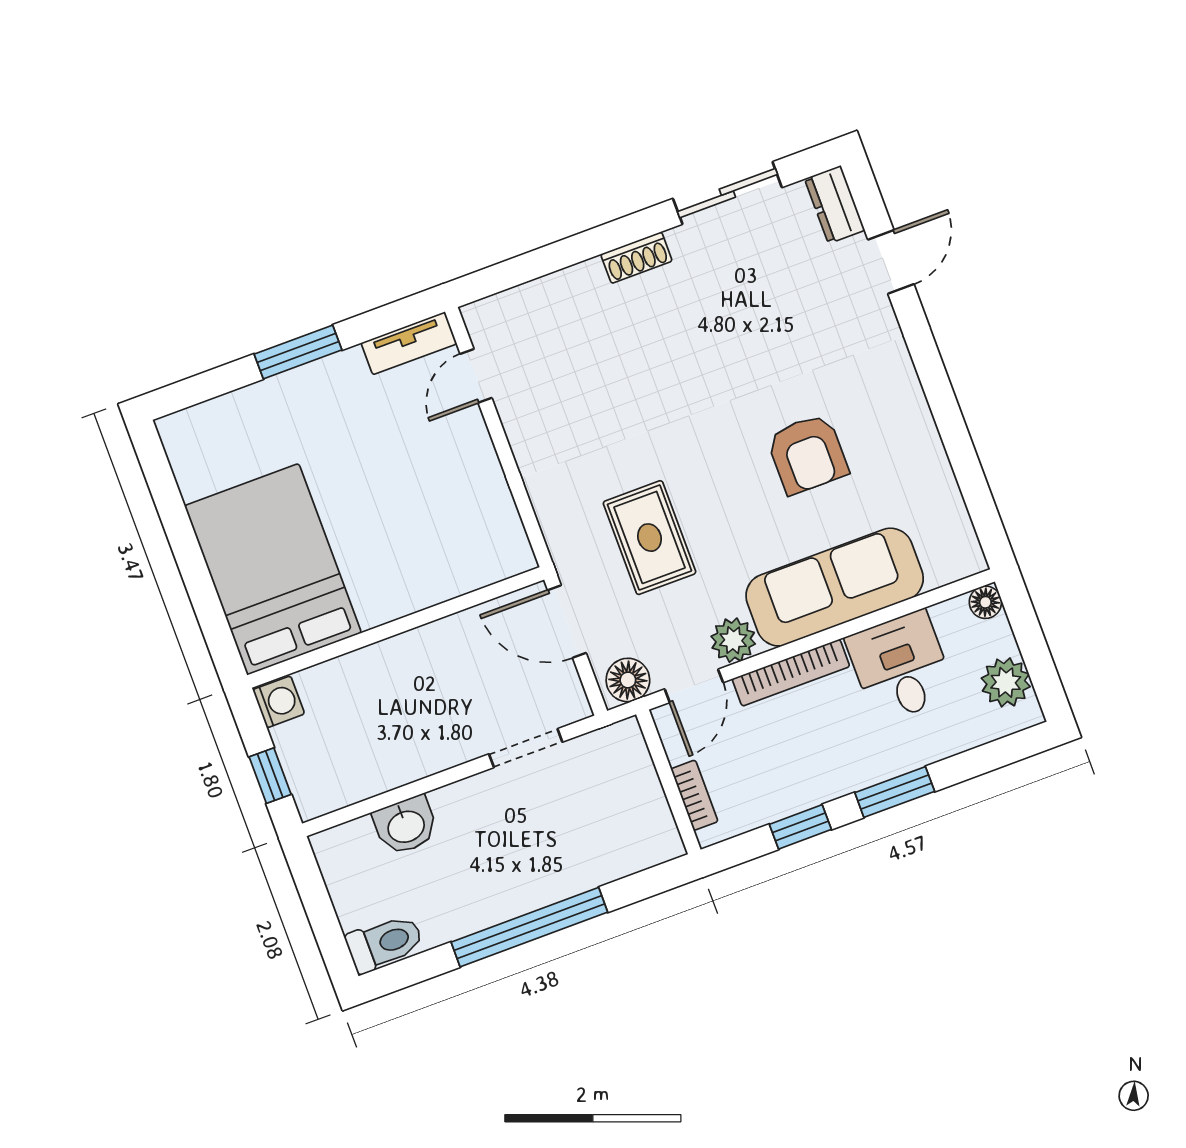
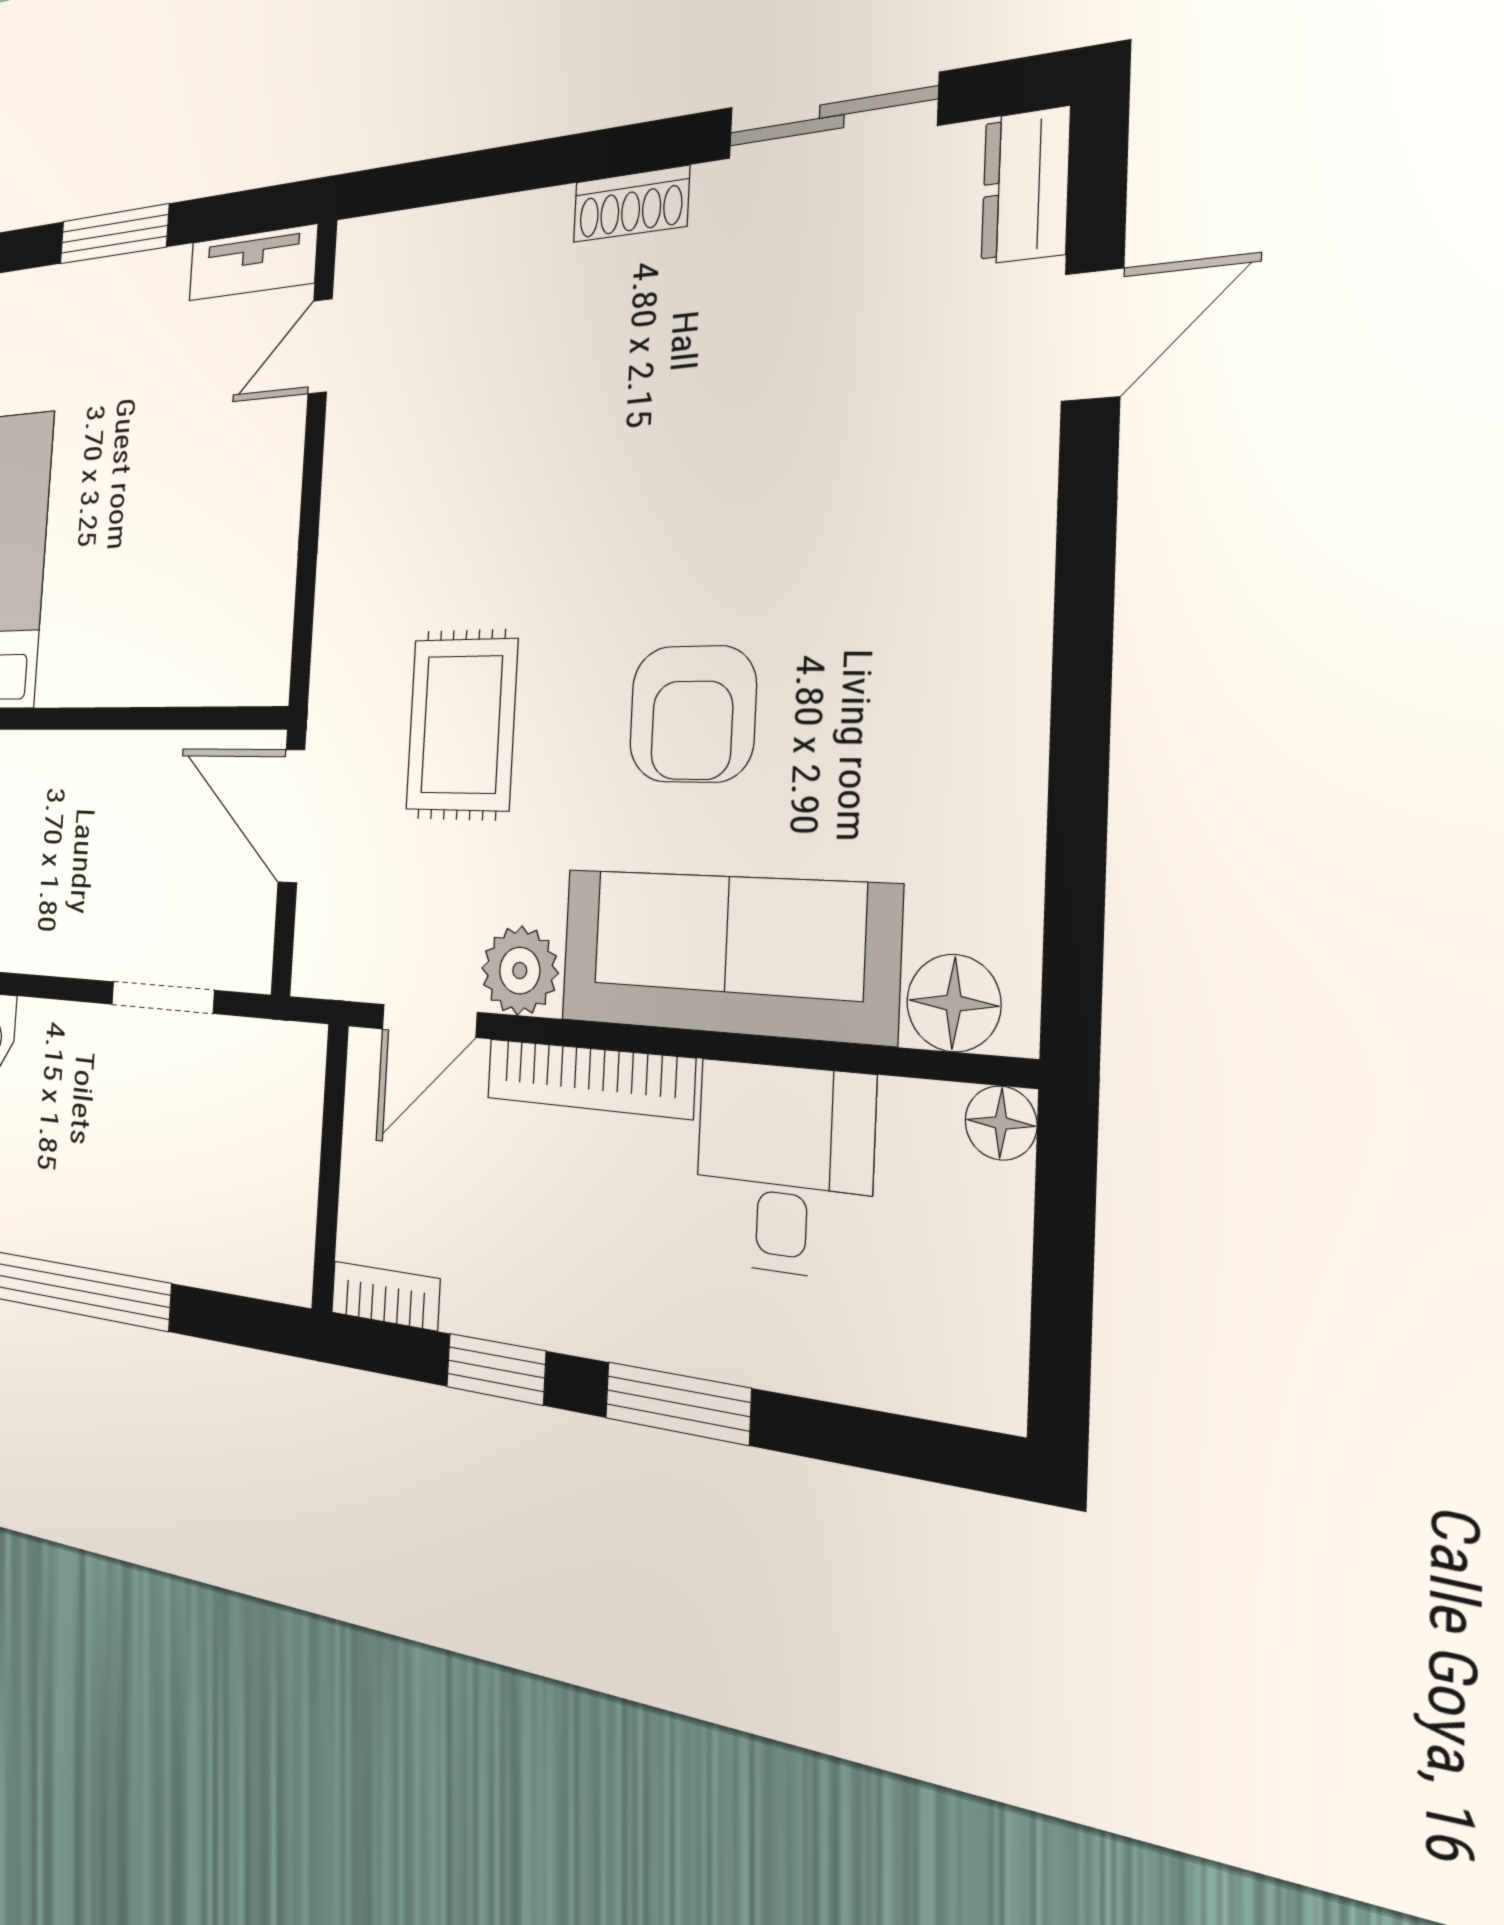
armchair: (807, 454) -> (692, 714), moved
floor lamp: (628, 680) -> (954, 1003), moved
plant: (1006, 682) -> (975, 1309), removed
bookcase: (694, 795) -> (385, 1296), moved, turned -90

